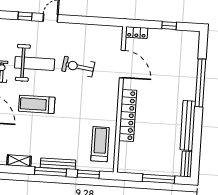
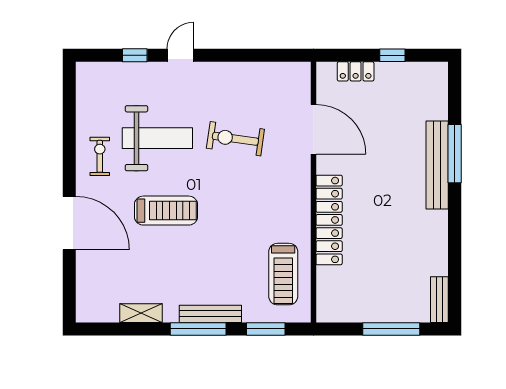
locker: (137, 33) -> (356, 71), moved
window: (200, 83) -> (455, 154), width x0.68
treadmill: (37, 104) -> (166, 211), turned 180
bench: (188, 125) -> (437, 165), moved
treadmill: (100, 144) -> (283, 274), turned 180

